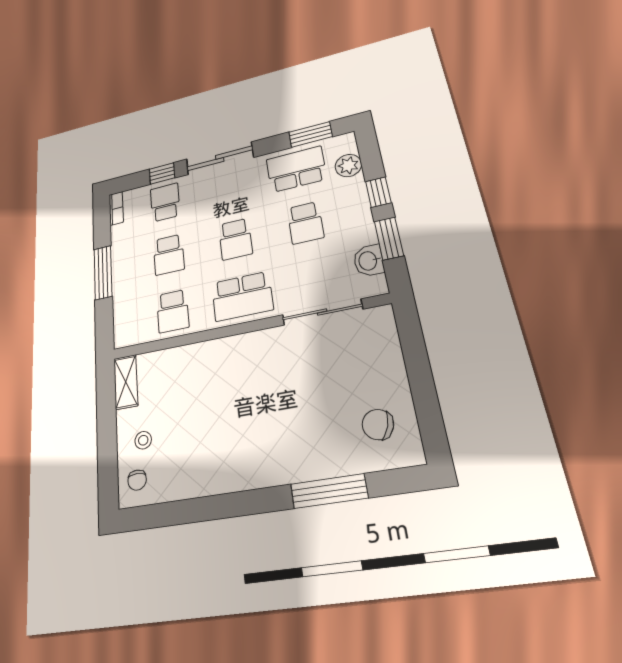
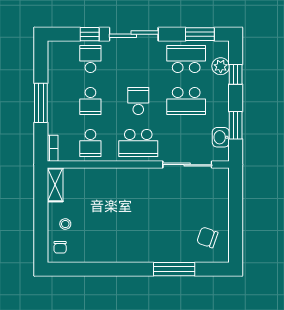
window: (378, 192) -> (236, 74), moved
bookcase: (116, 208) -> (53, 148), moved
school desk: (305, 223) -> (186, 101), width x1.85
school desk: (235, 239) -> (138, 101), turned 180

